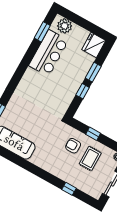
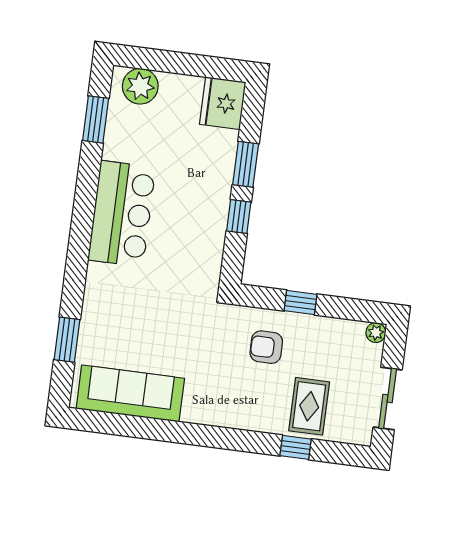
bar counter: (49, 53) -> (122, 214), moved
rug: (90, 158) -> (309, 406), moved

